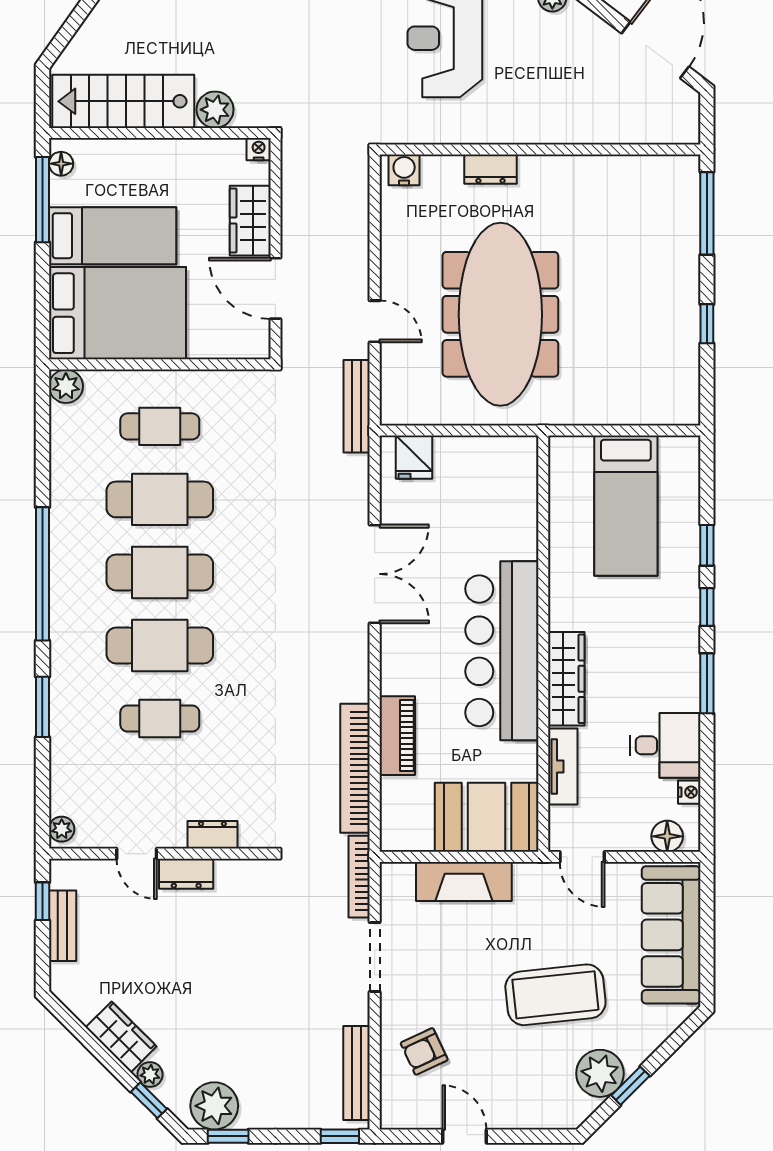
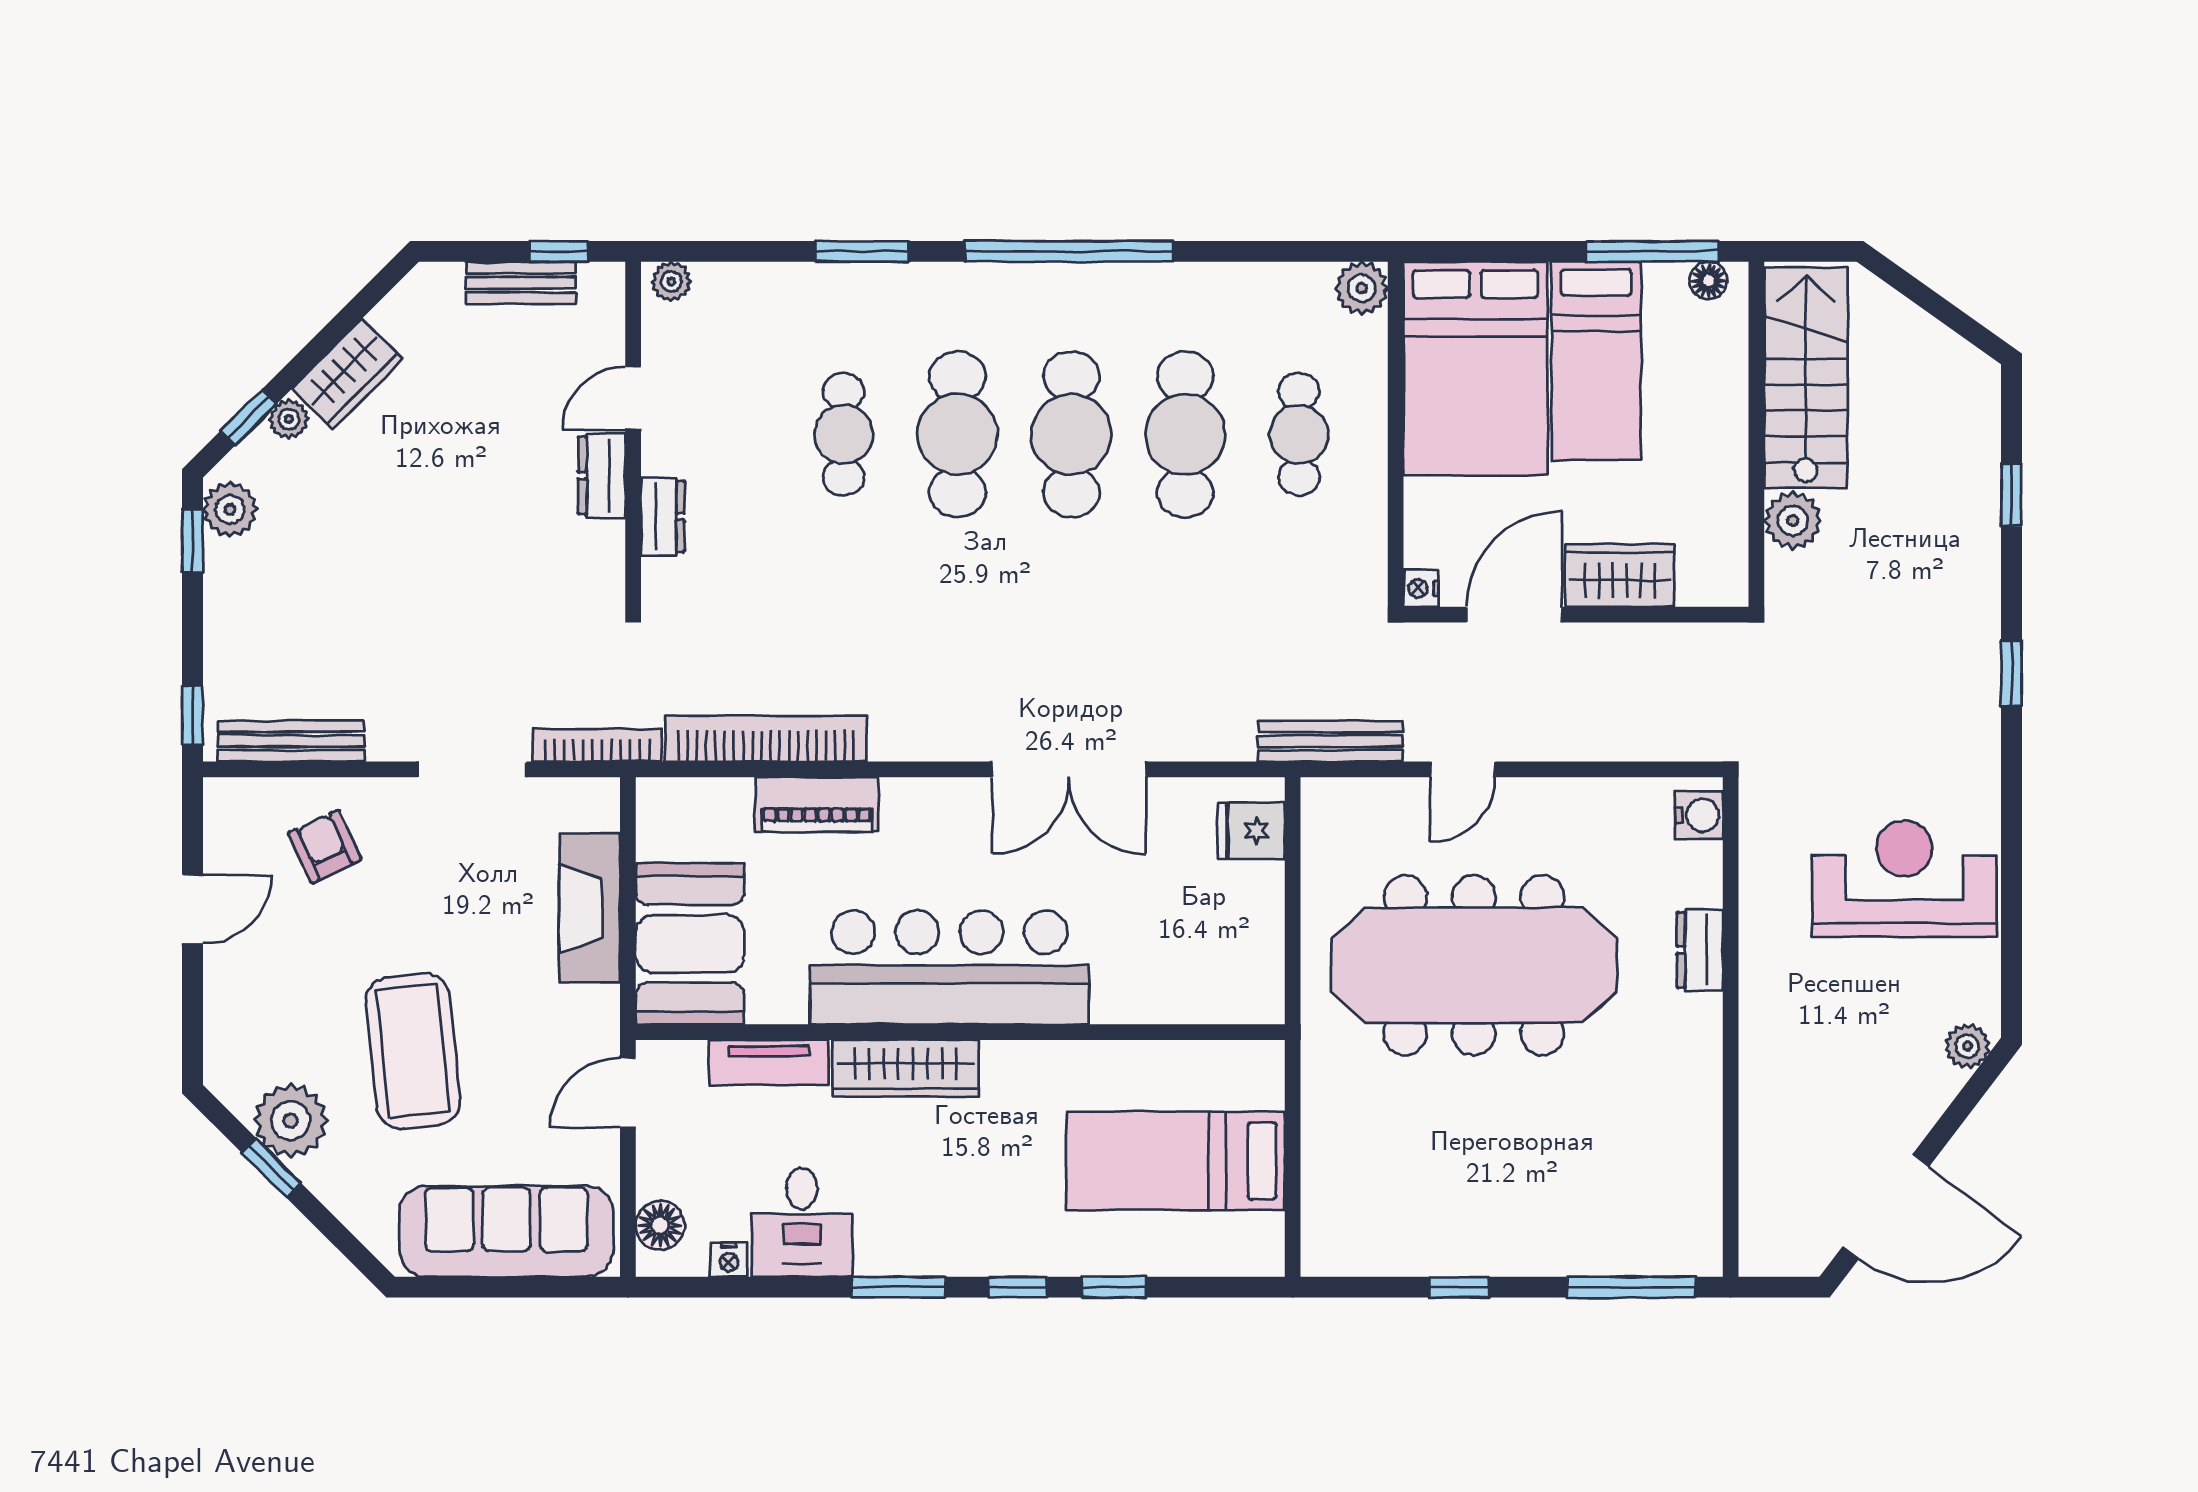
nightstand: (259, 149) -> (1421, 588), moved, turned 180
plant: (214, 1106) -> (230, 509), width x0.73, depth x0.73

